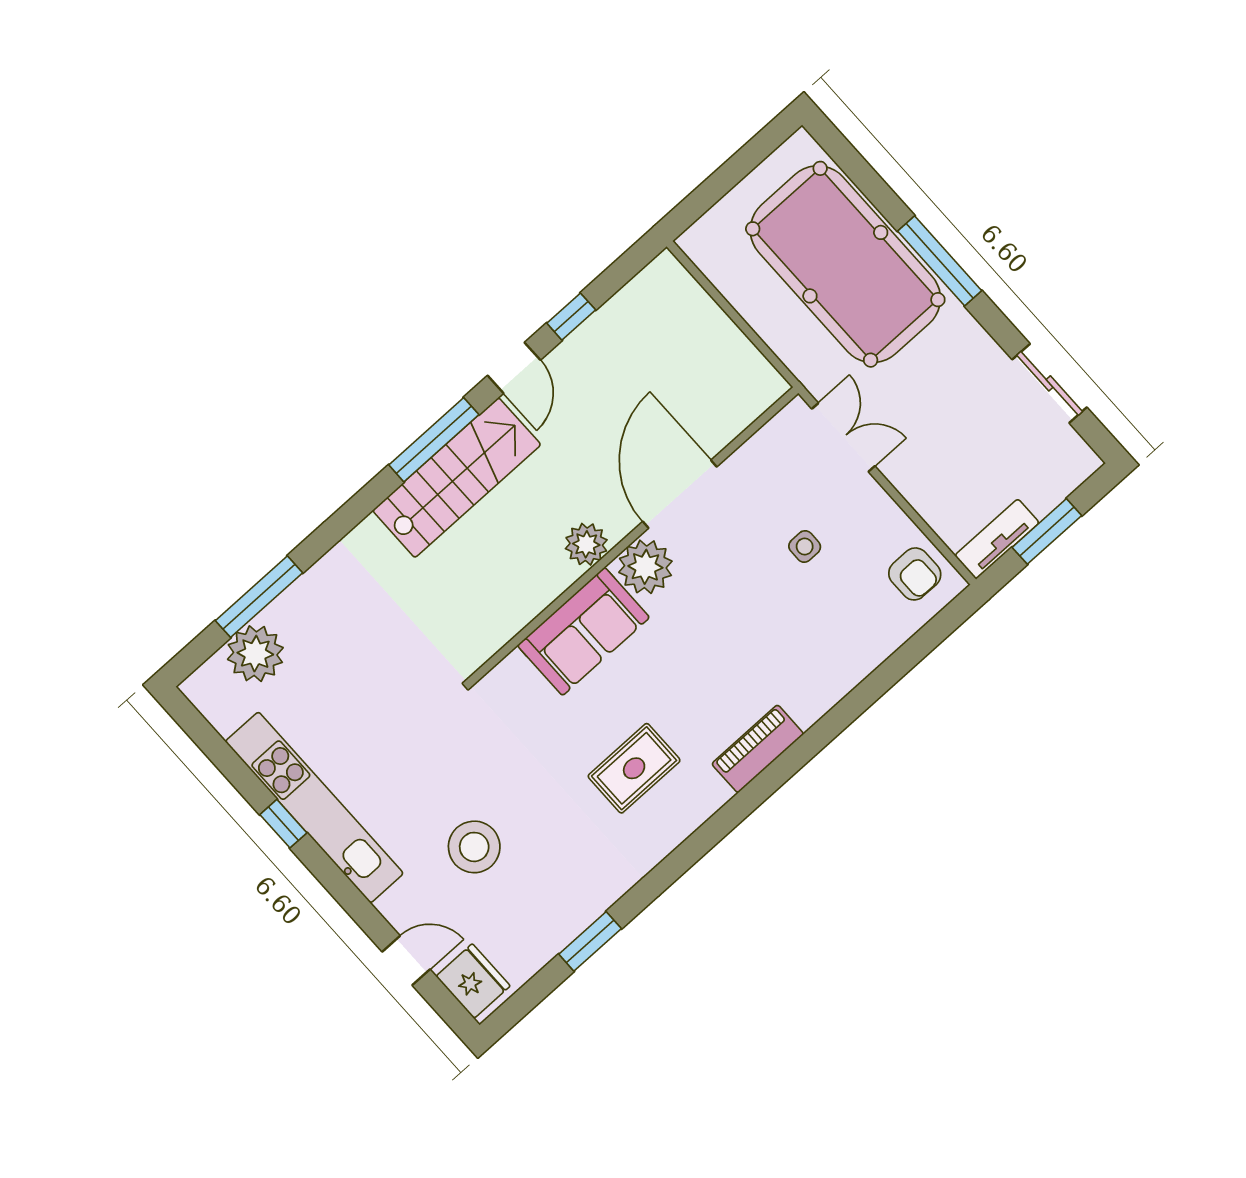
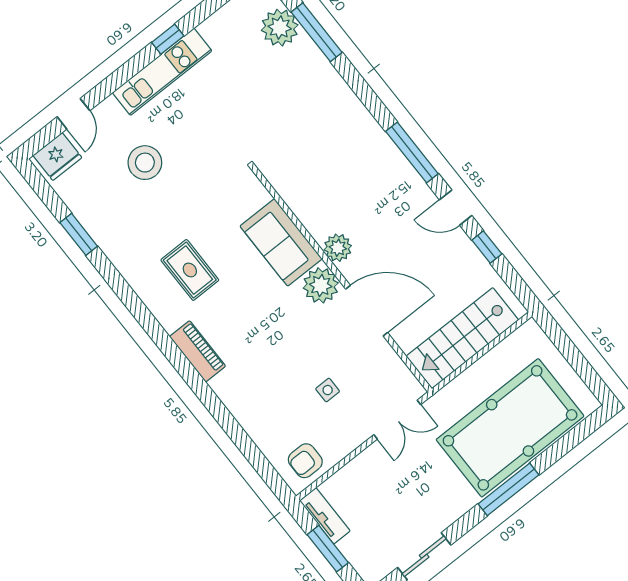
stairs: (457, 478) -> (462, 338), moved, turned 90
kitchen unit: (314, 807) -> (162, 72), width x0.73

